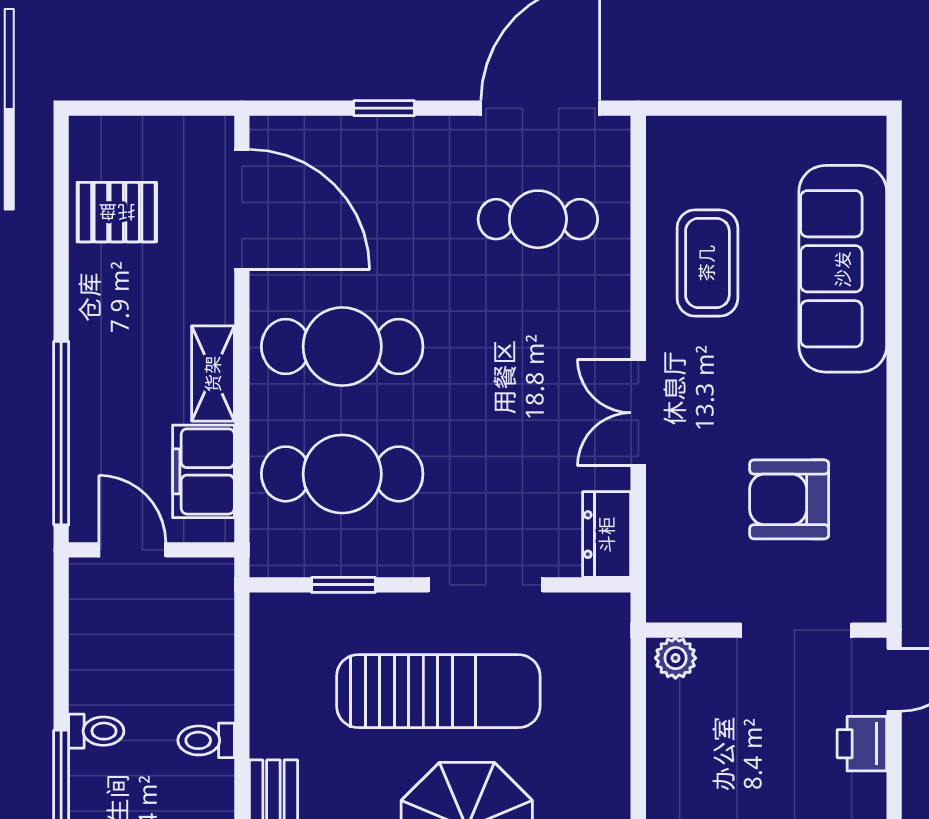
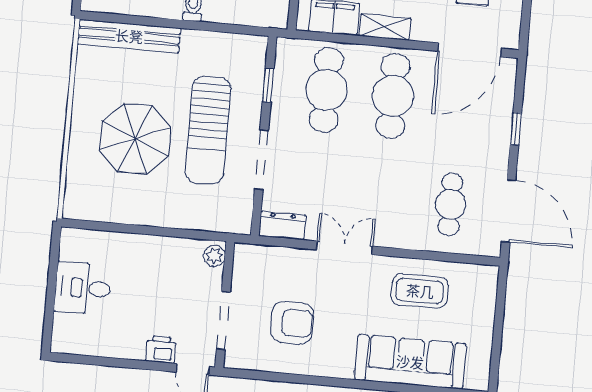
armchair: (789, 499) -> (292, 323), turned 90

